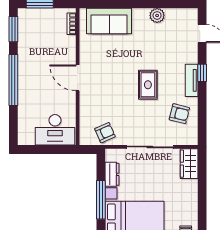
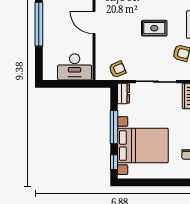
rug: (148, 85) -> (154, 28), turned 90
dresser: (112, 174) -> (123, 93), moved

